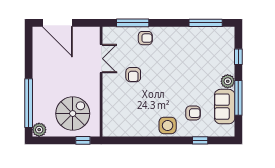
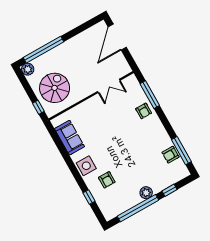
armchair: (133, 75) -> (171, 155), moved
window: (238, 98) -> (138, 208), width x1.46
sofa: (225, 107) -> (69, 138), moved, turned 90
spiral stairs: (73, 114) -> (55, 88), turned -90

